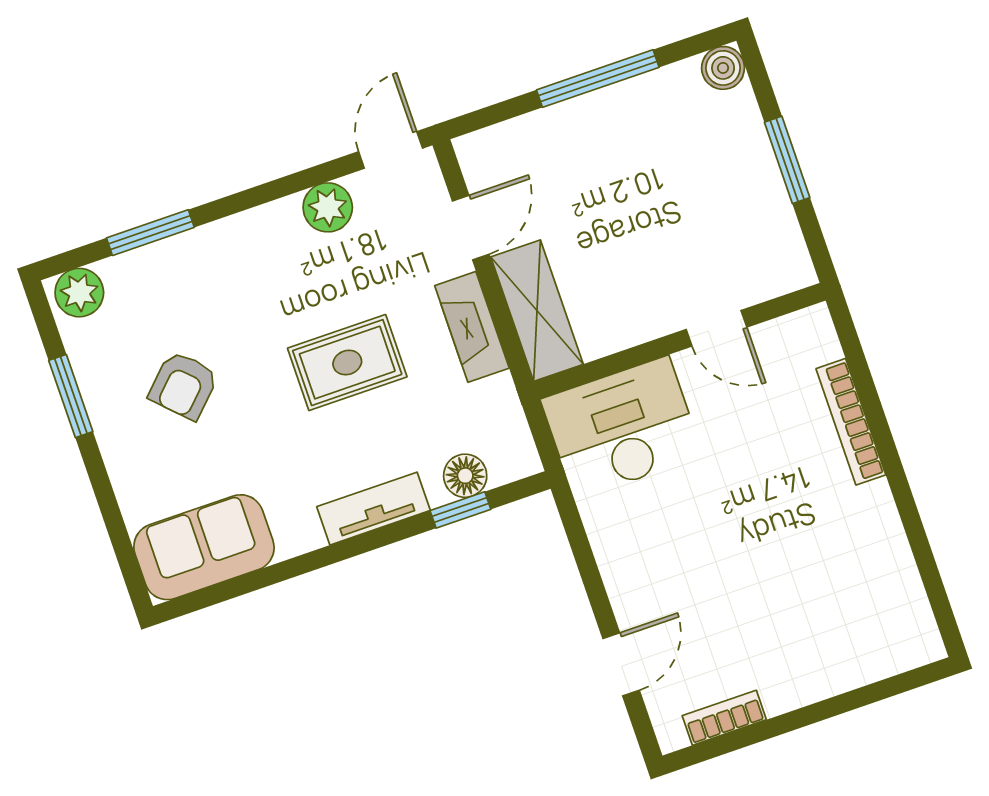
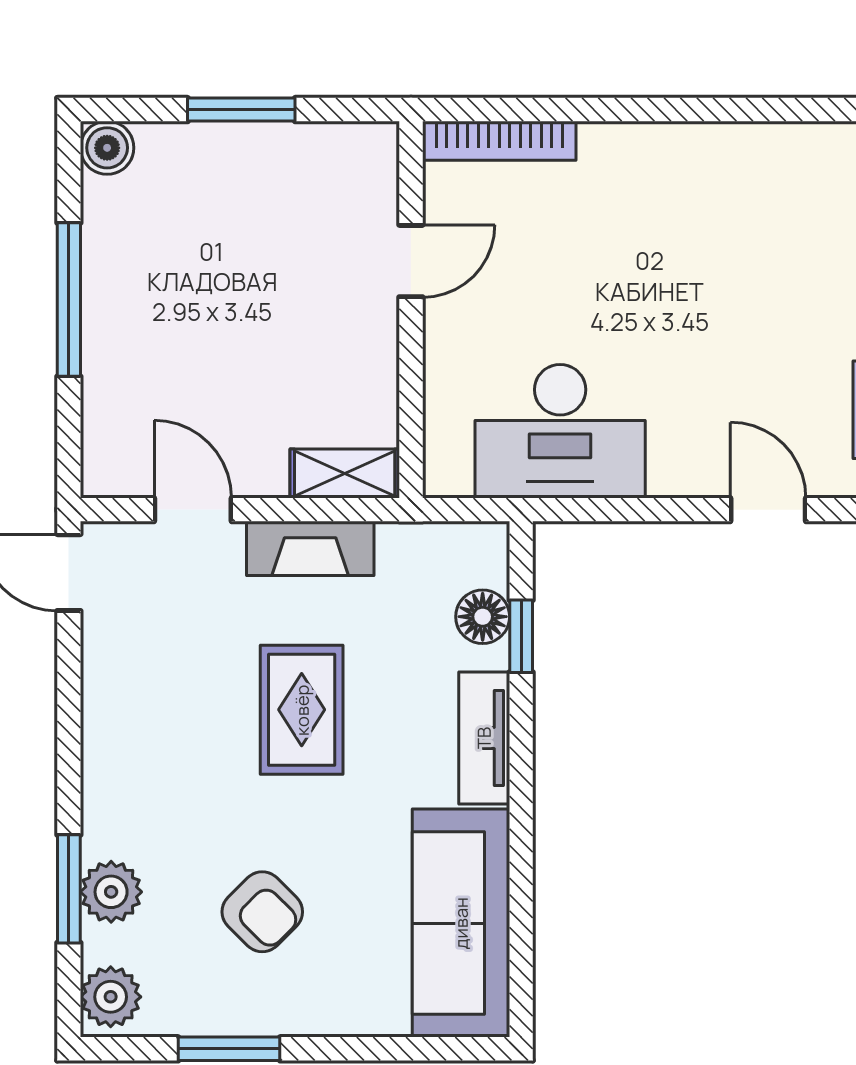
plant: (328, 207) -> (111, 892), moved
shelving: (537, 311) -> (345, 473), width x0.67, depth x0.75
bookcase: (851, 422) -> (499, 141), moved
desk: (622, 428) -> (560, 431), moved, turned -90
sofa: (204, 547) -> (461, 923), width x1.36

